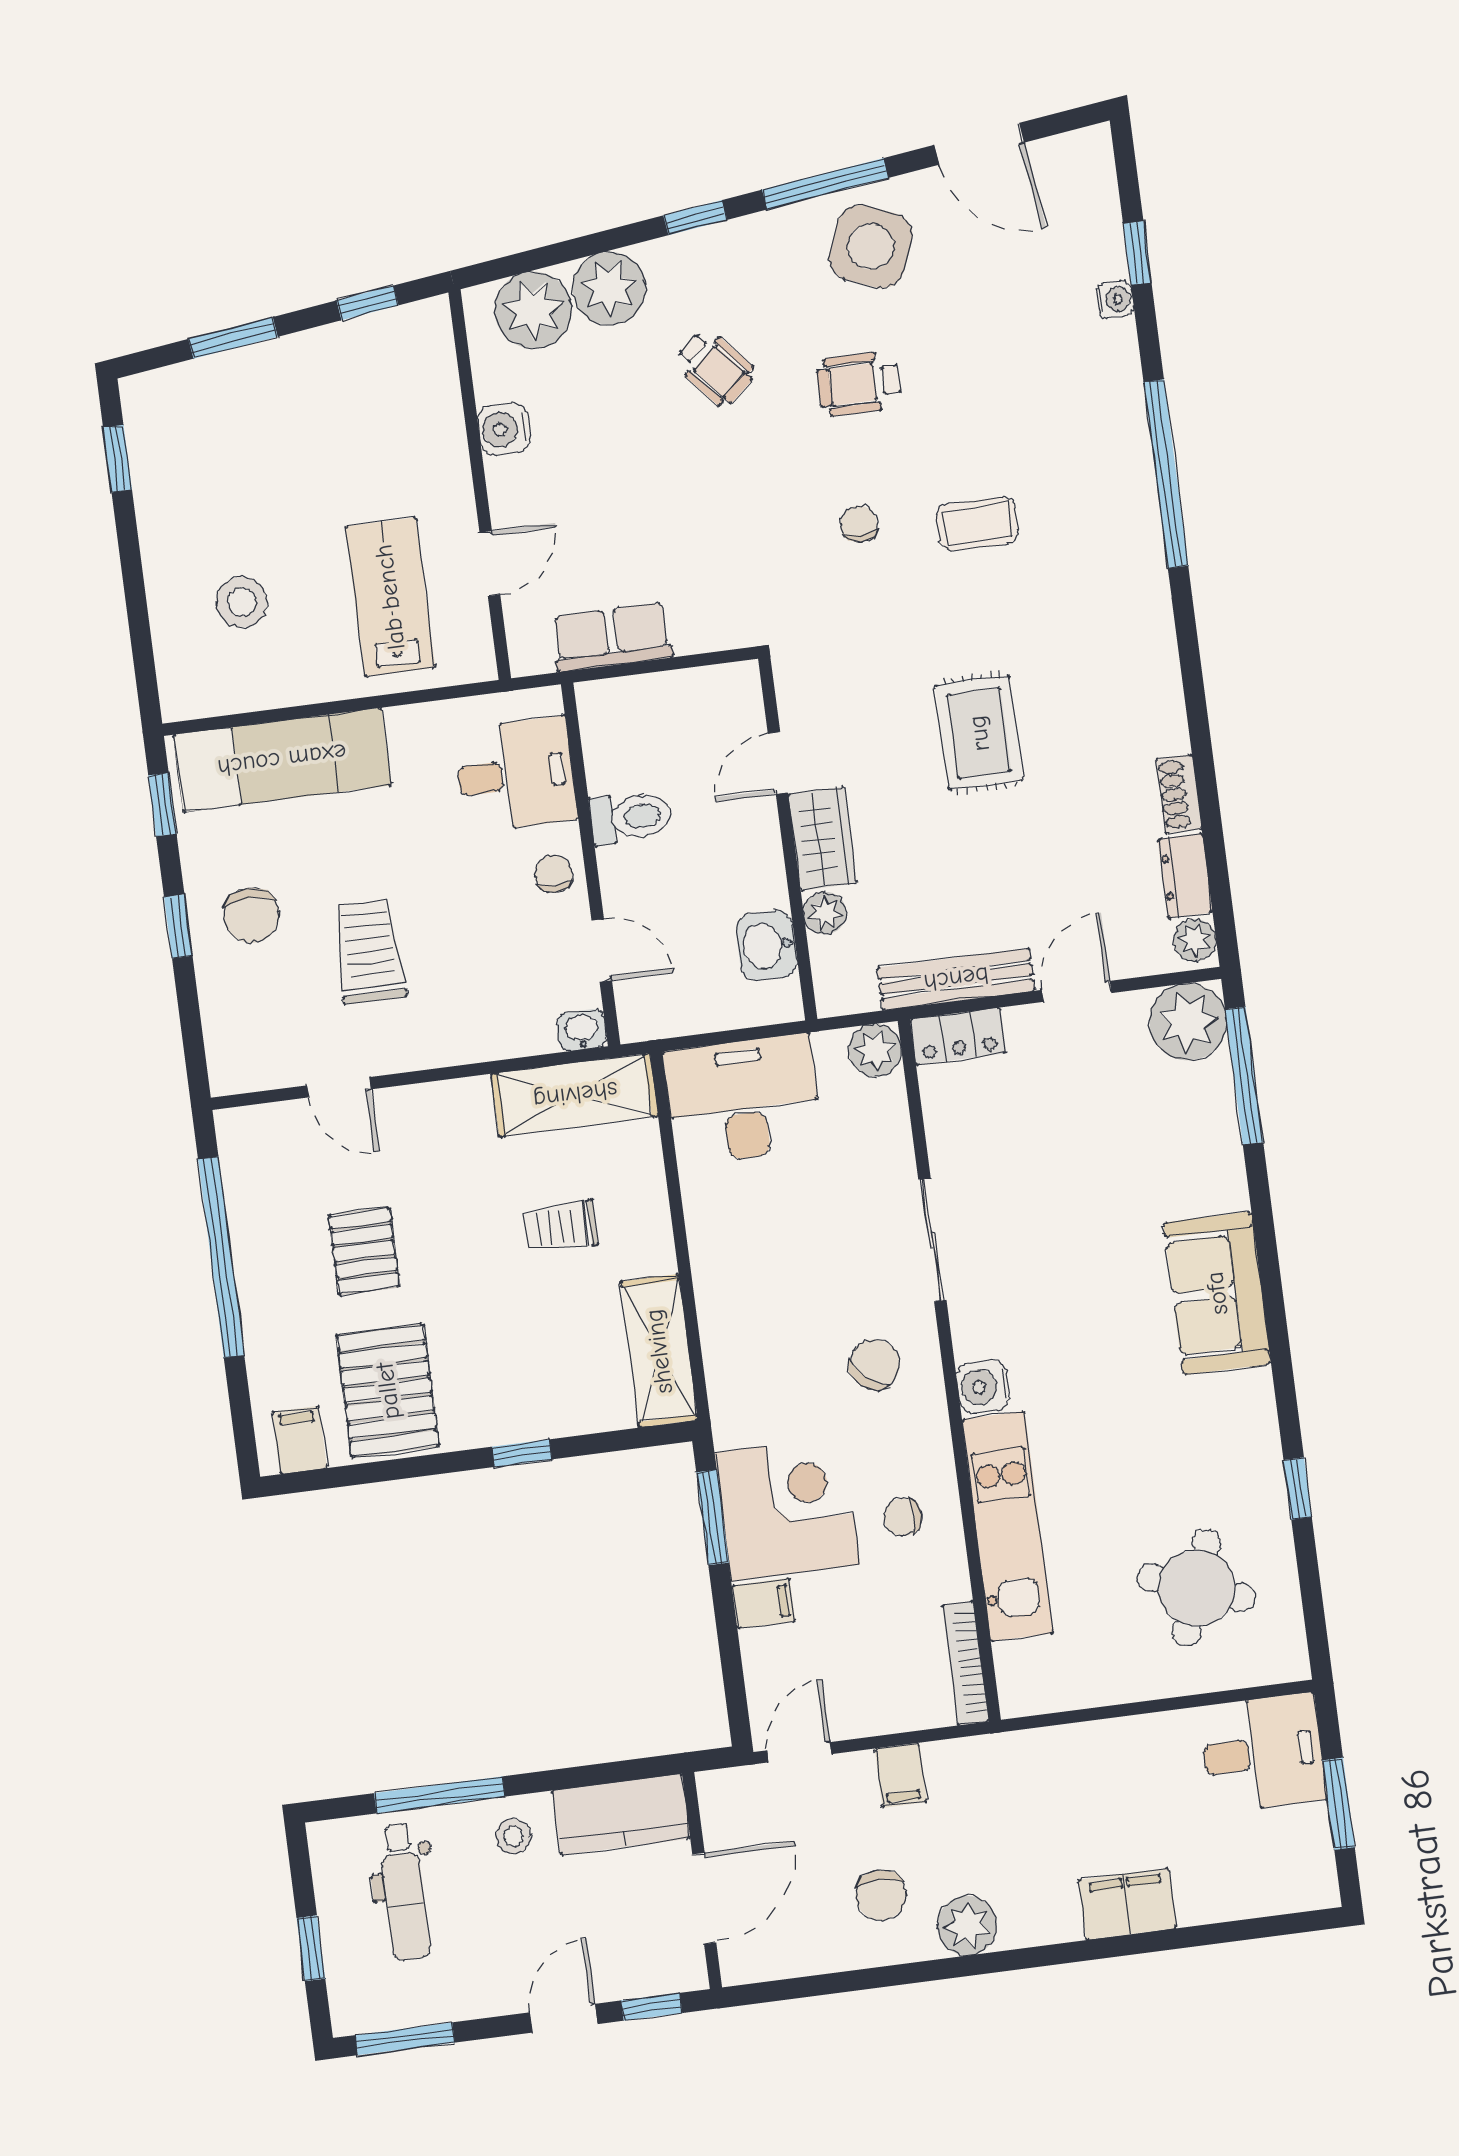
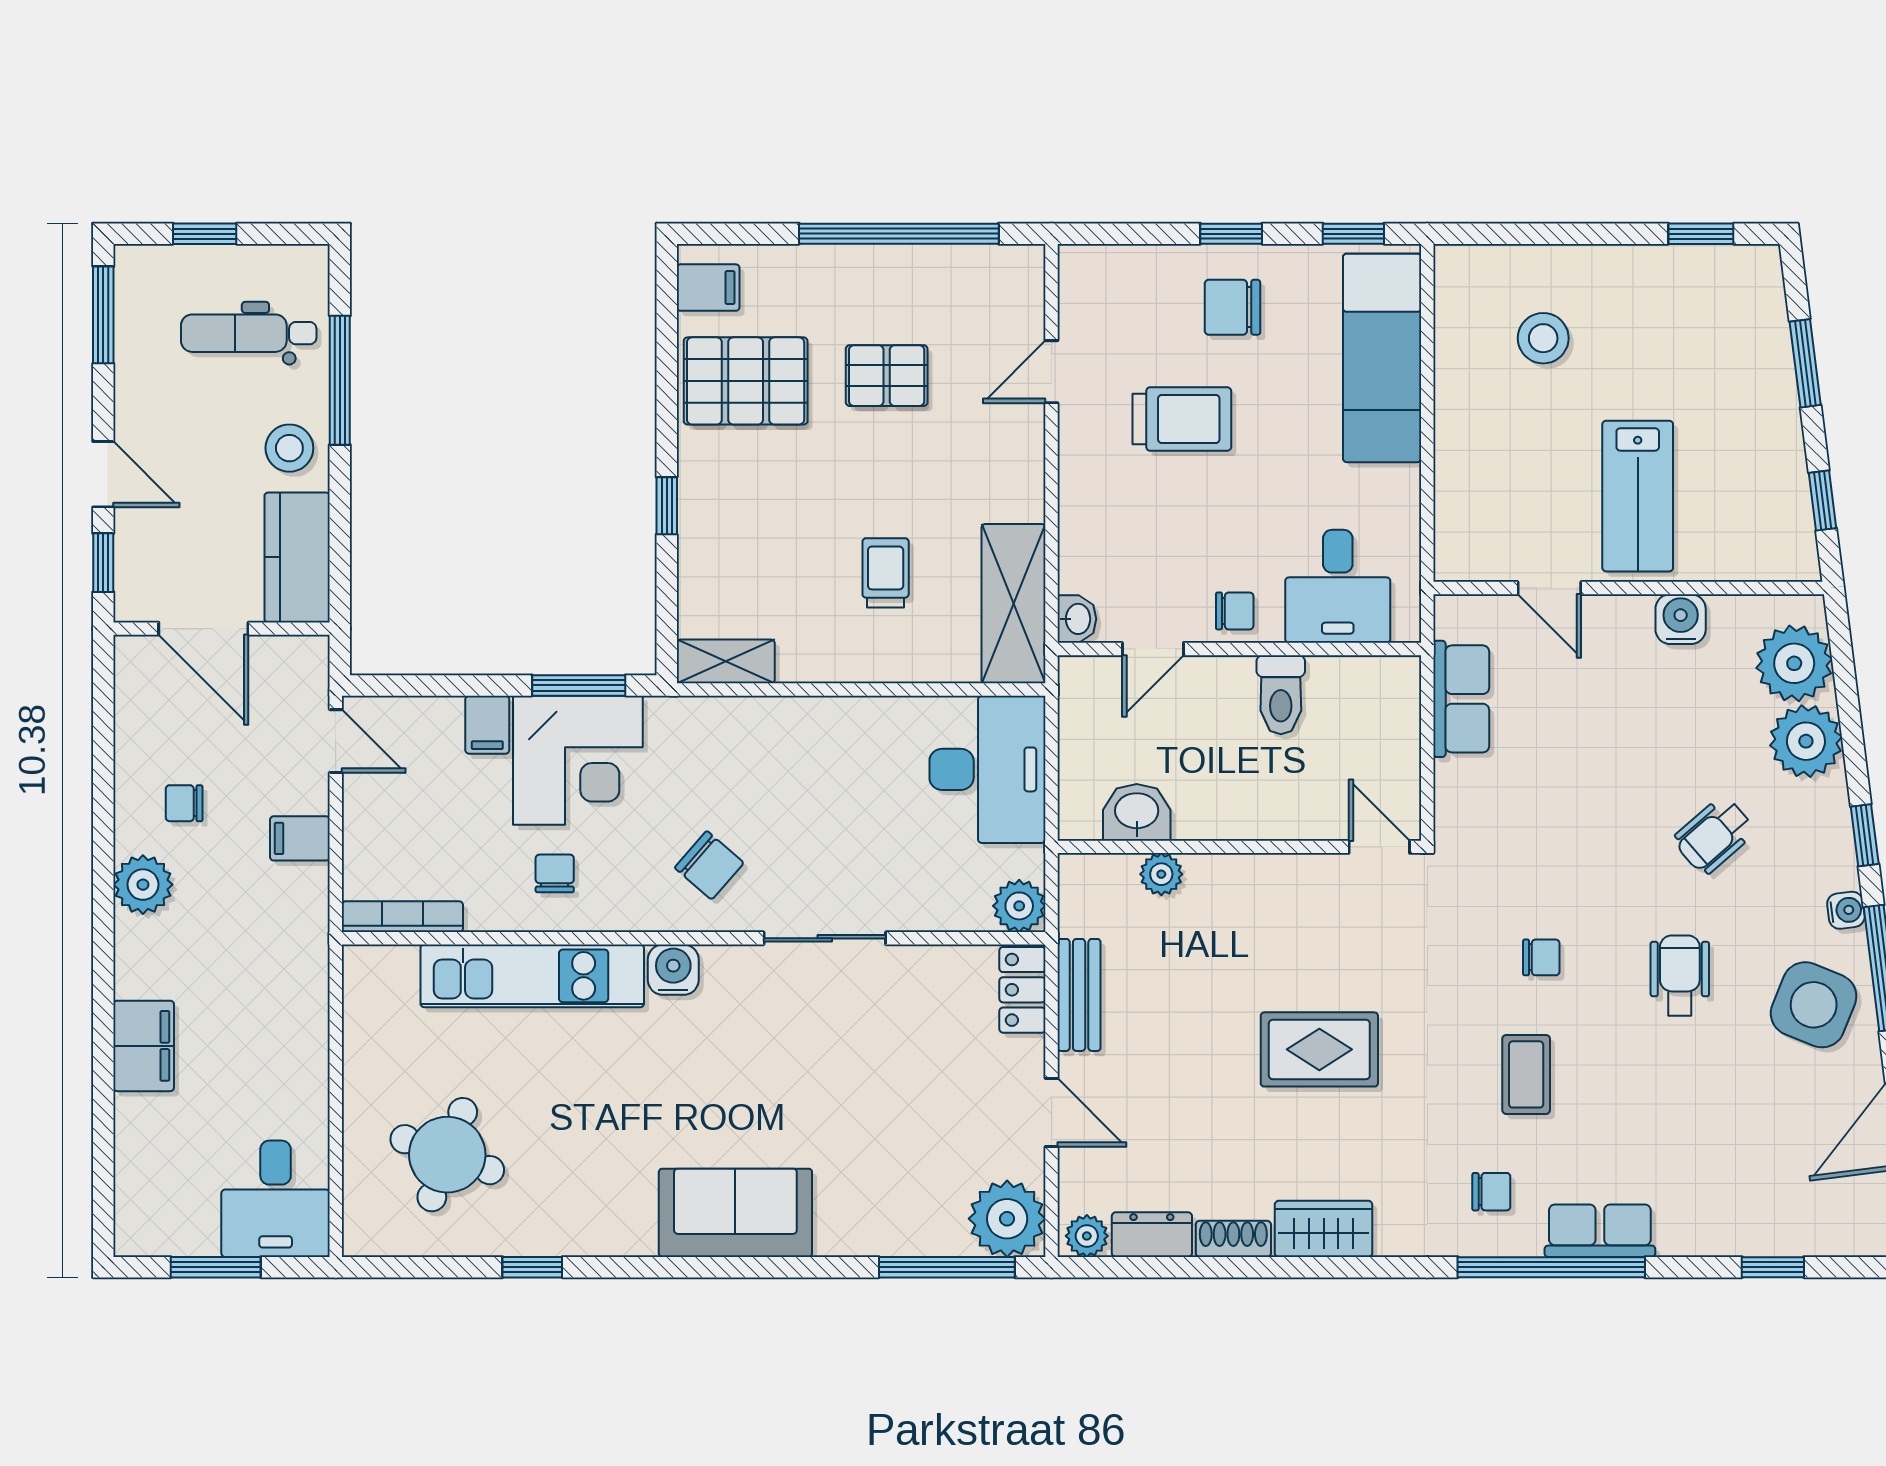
water cooler: (1115, 299) -> (1846, 910), moved, turned -97
row of seats: (1123, 430) -> (1600, 1231), added
chair: (1098, 543) -> (1491, 1192), added
lab bench: (390, 597) -> (1638, 496), moved, turned 90
door: (778, 763) -> (1379, 847), moved
wardrobe: (822, 839) -> (1324, 1229), moved, turned 180
bench: (956, 979) -> (1079, 995), width x0.73
shelving: (659, 1351) -> (726, 661), width x0.67, depth x0.75
stool: (514, 1836) -> (289, 448), width x1.37, depth x1.37
chair: (881, 1895) -> (184, 803), width x0.73, depth x0.73

